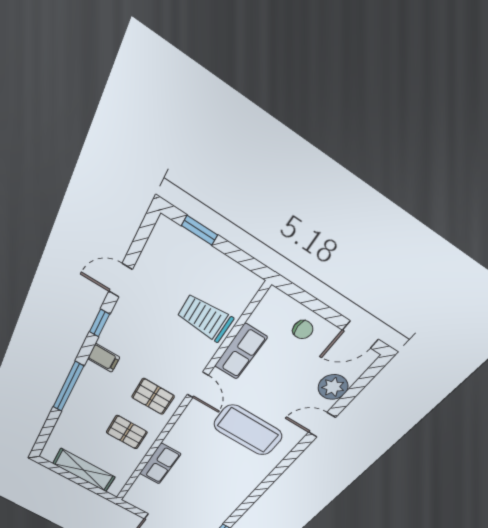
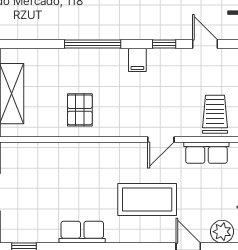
pallet: (153, 397) -> (128, 113), removed
coffee table: (248, 430) -> (147, 199), turned 90
row of seats: (160, 464) -> (82, 232), moved, turned 180

